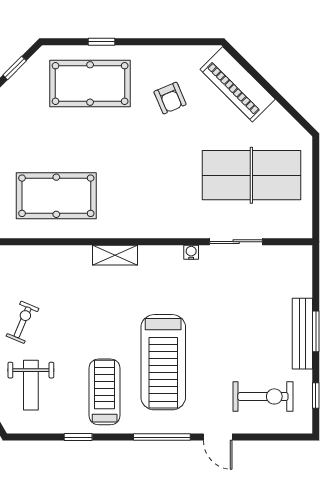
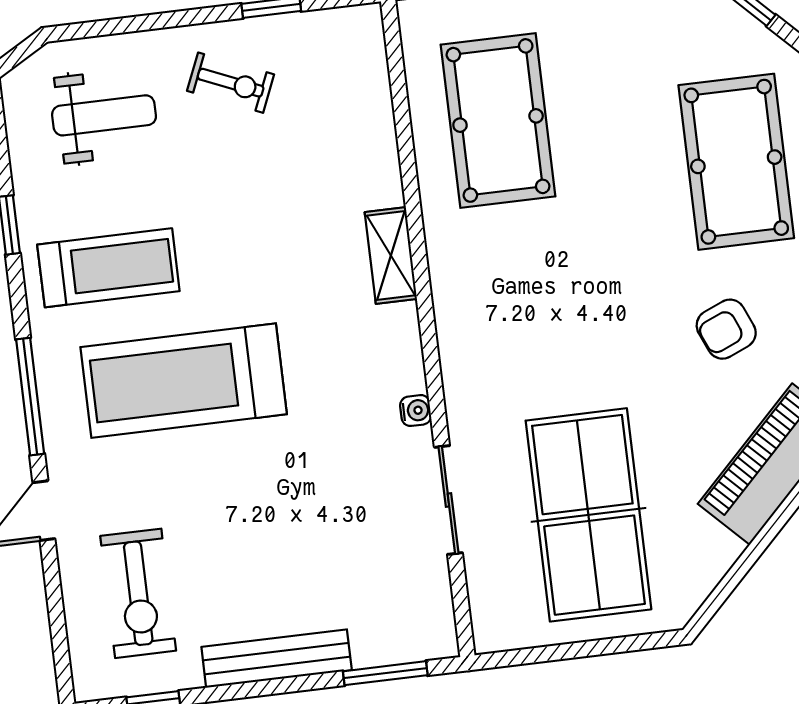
window: (316, 331) -> (385, 673), moved
weight bench: (31, 385) -> (104, 115), turned 180

